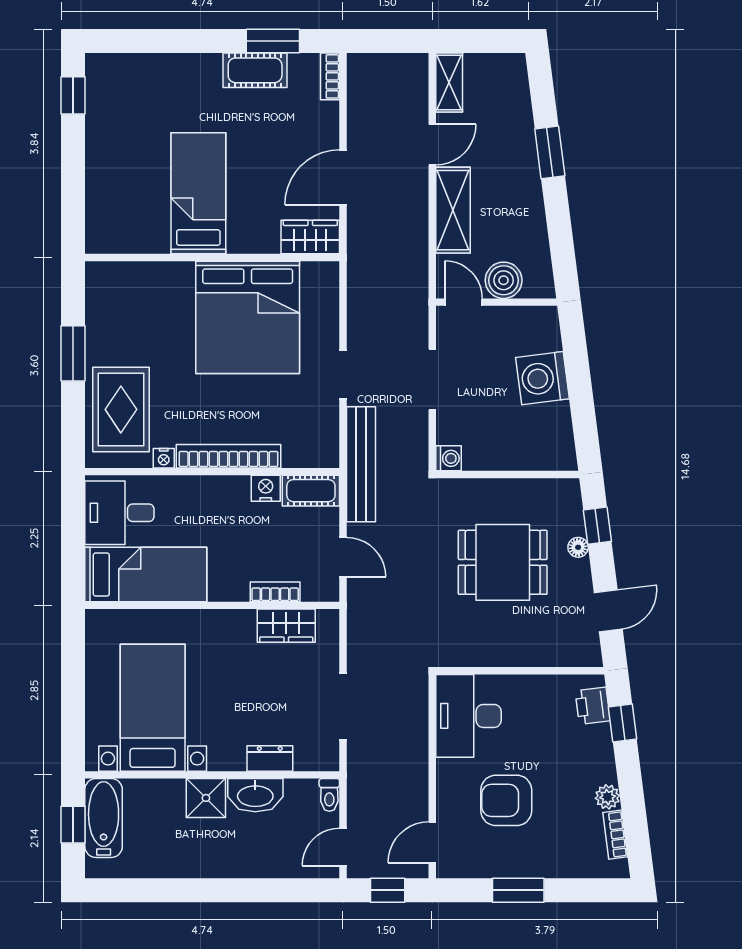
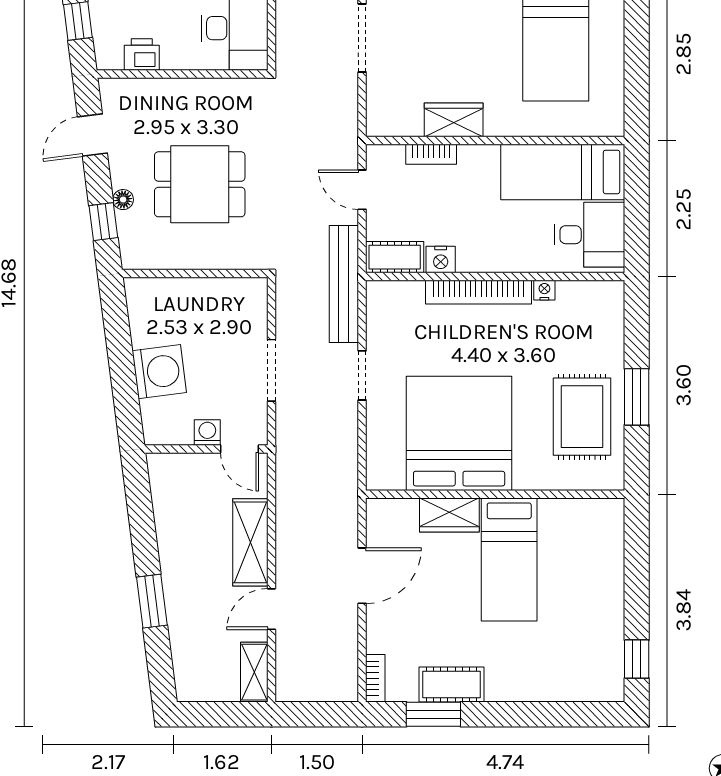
wardrobe: (310, 237) -> (449, 515), moved
boiler: (504, 280) -> (199, 471), removed
rug: (121, 409) -> (582, 417), moved
washing machine: (448, 458) -> (207, 432), moved, turned 90
wardrobe: (286, 626) -> (454, 120), moved
printer: (593, 706) -> (142, 55), moved, turned -83

